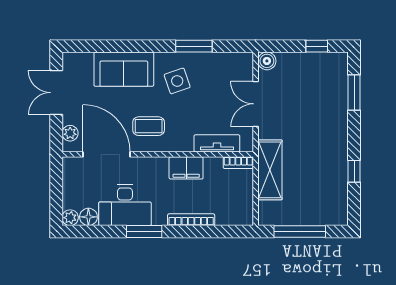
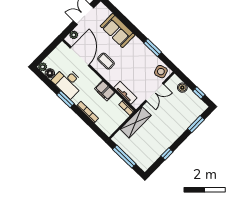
boiler: (267, 61) -> (182, 88), moved
side table: (177, 81) -> (161, 72), moved
double door: (256, 104) -> (155, 92), swing flipped

